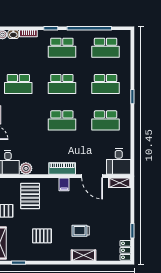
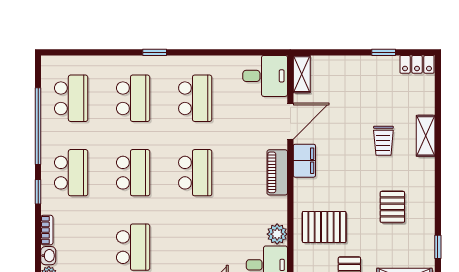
filing cabinet: (64, 184) -> (304, 161), width x2.00

